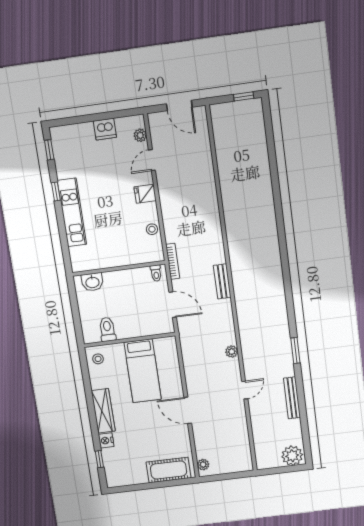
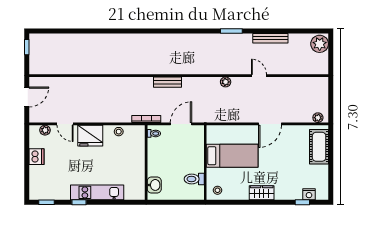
fridge: (145, 194) -> (90, 136), width x1.88, depth x1.34
wardrobe: (103, 411) -> (262, 193), width x0.67
nightstand: (106, 440) -> (309, 194), moved

